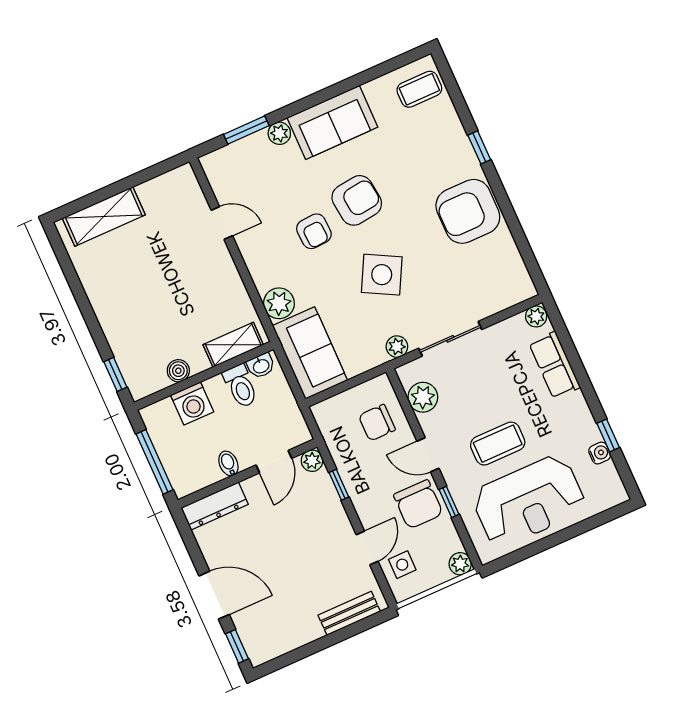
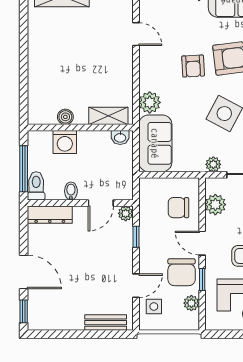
window: (115, 374) -> (24, 101), removed
toilet: (241, 386) -> (36, 186), moved, turned 180
plant: (460, 564) -> (191, 303), moved

